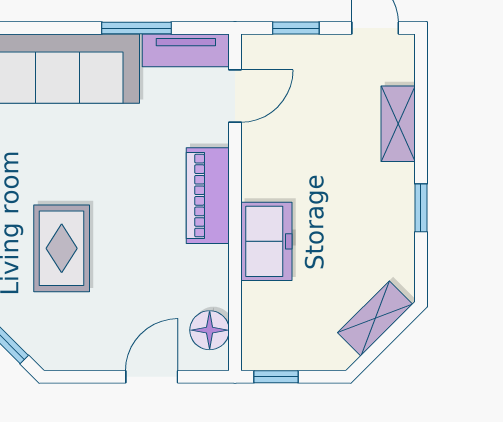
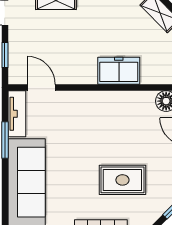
piano: (208, 196) -> (94, 102), removed

